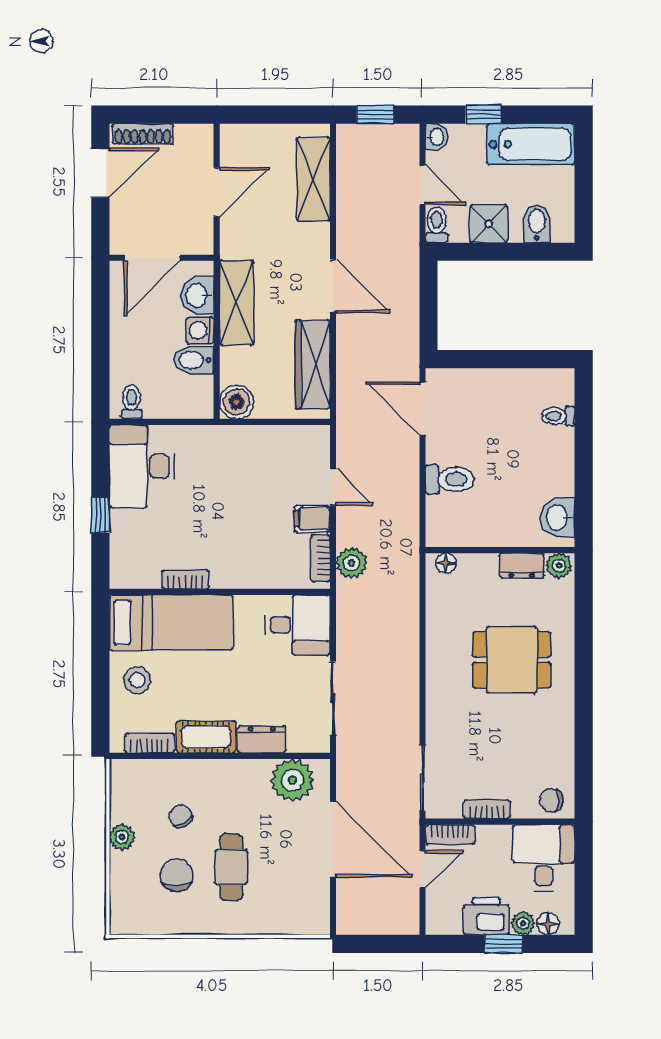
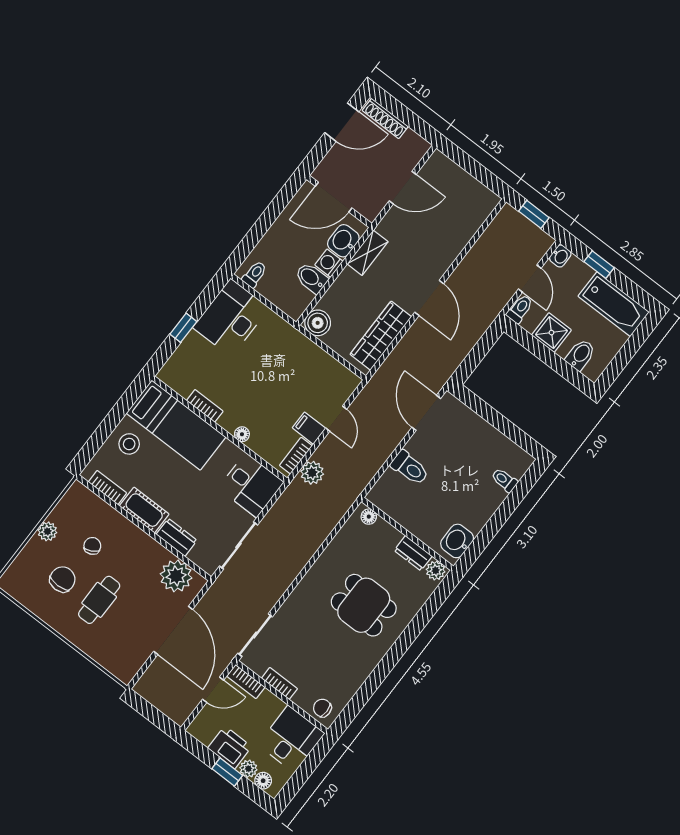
shelving: (313, 179) -> (467, 224), removed
shelving: (237, 303) -> (368, 253), width x0.67, depth x0.75
floor lamp: (247, 579) -> (242, 434), added

